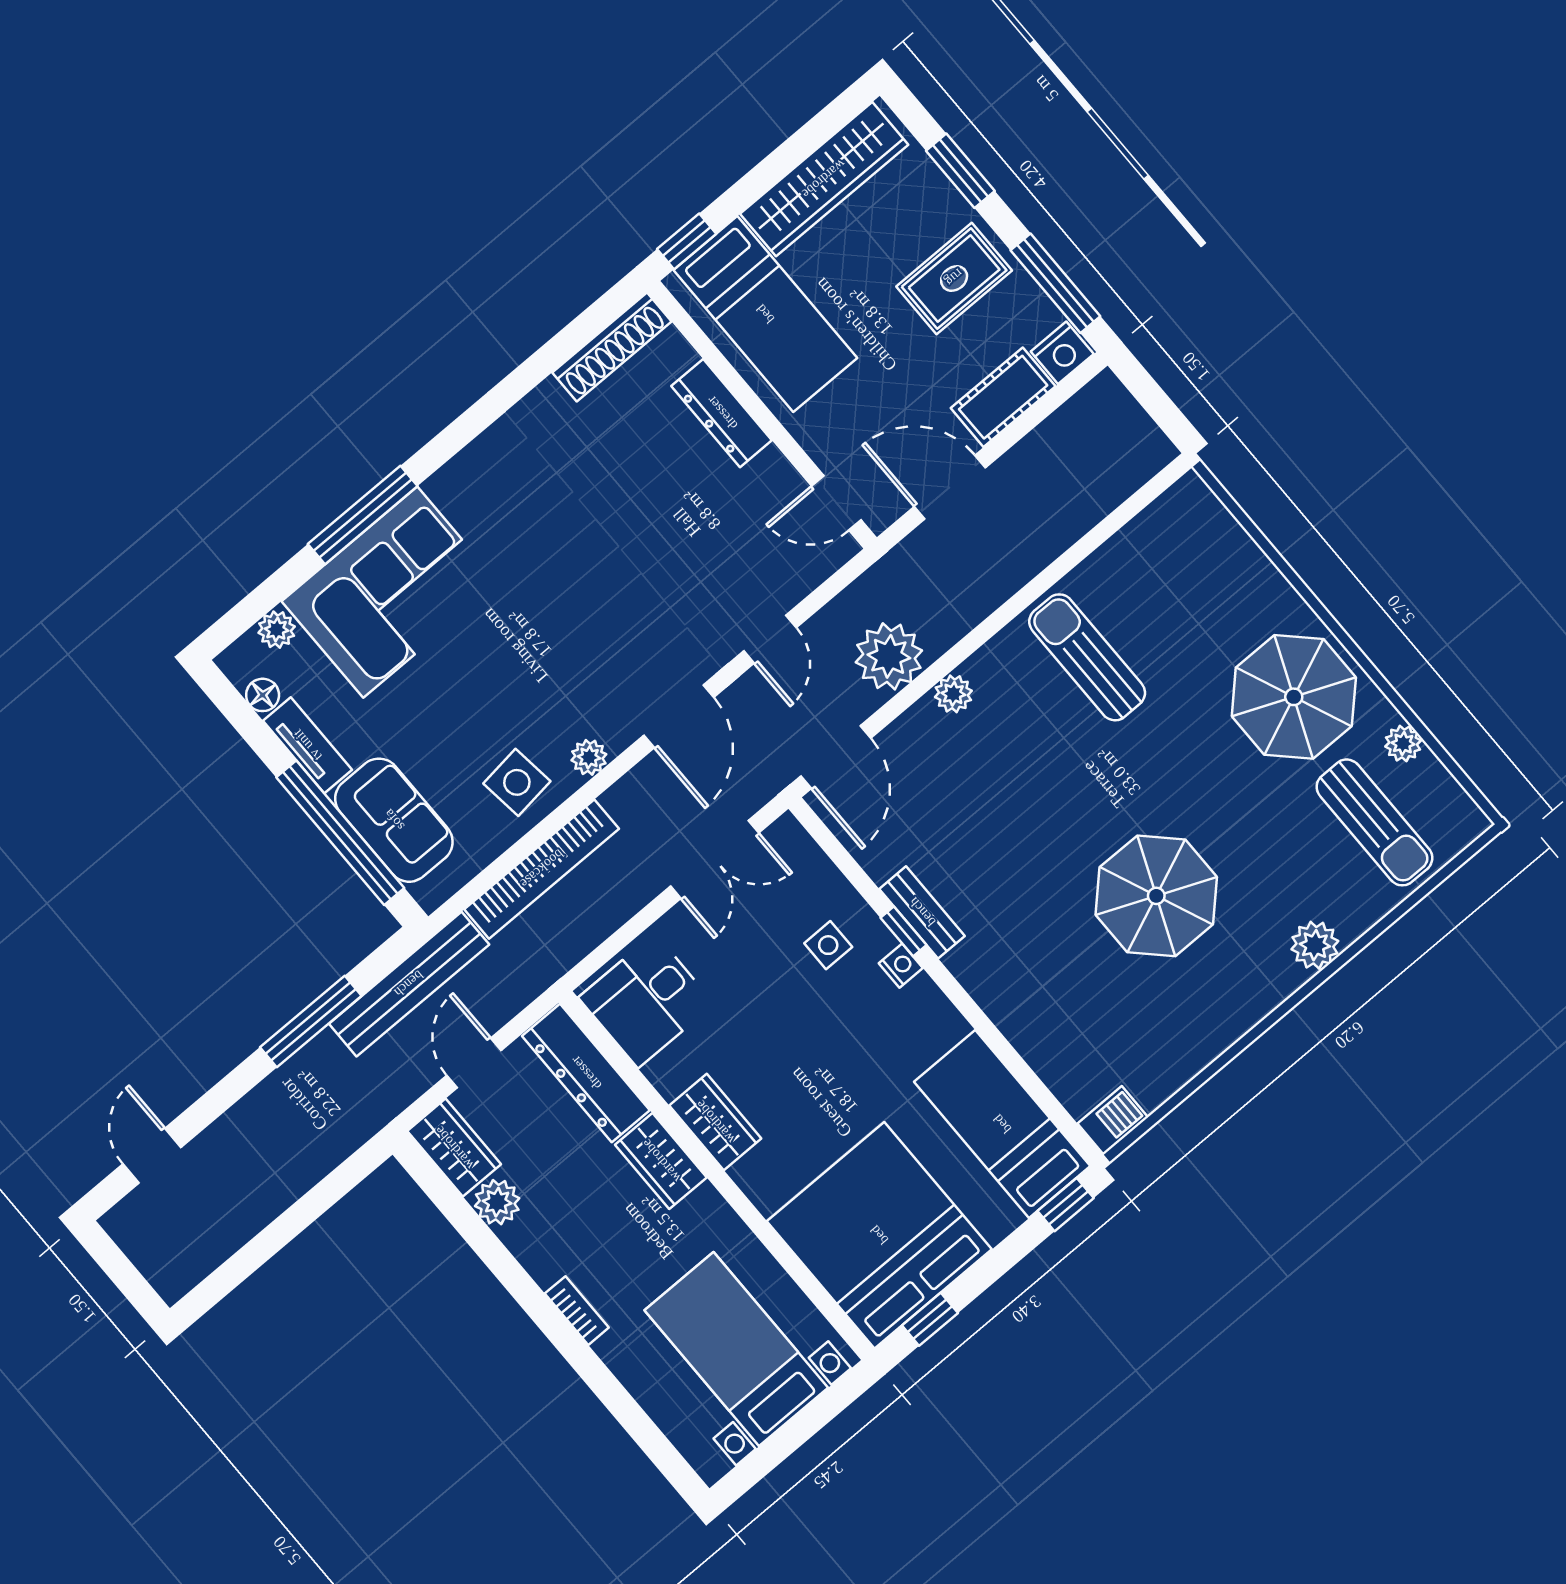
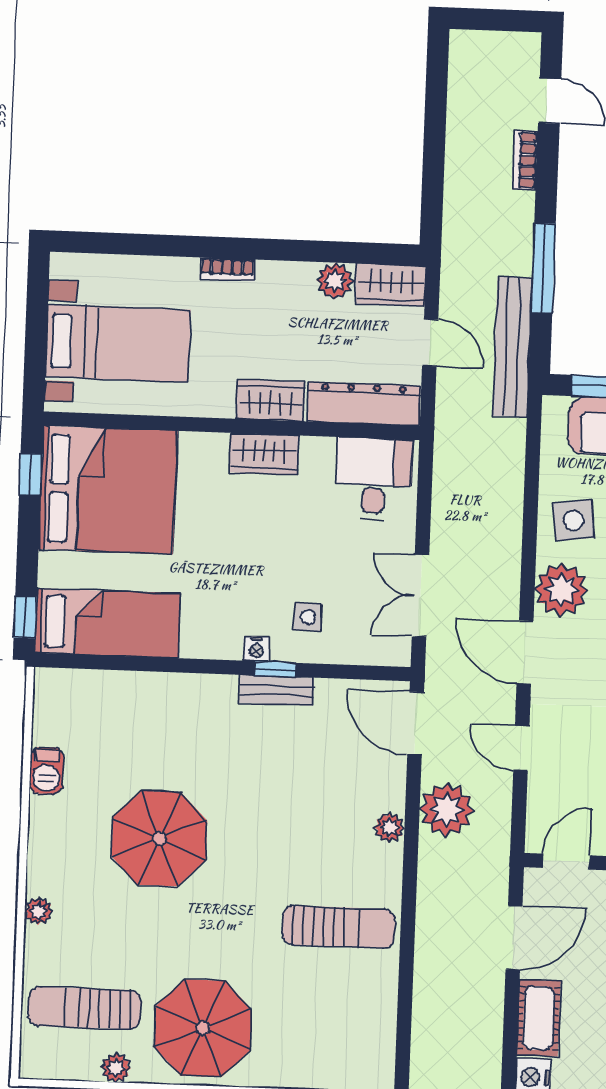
plant: (589, 757) -> (561, 590), width x1.87, depth x1.87
bookcase: (542, 869) -> (525, 160), moved, width x0.43, depth x0.76
plant: (1315, 945) -> (39, 911), width x0.73, depth x0.73
barbecue: (1113, 1120) -> (46, 771), moved

